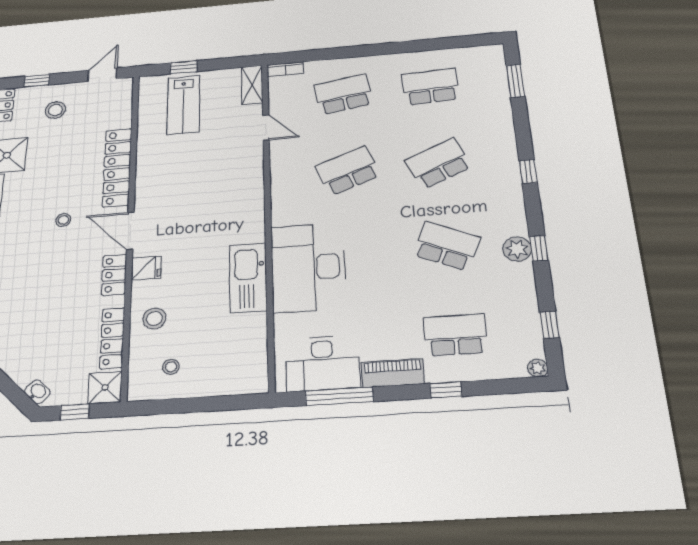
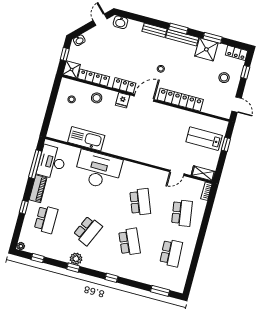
kitchen sink: (248, 278) -> (86, 139), moved

